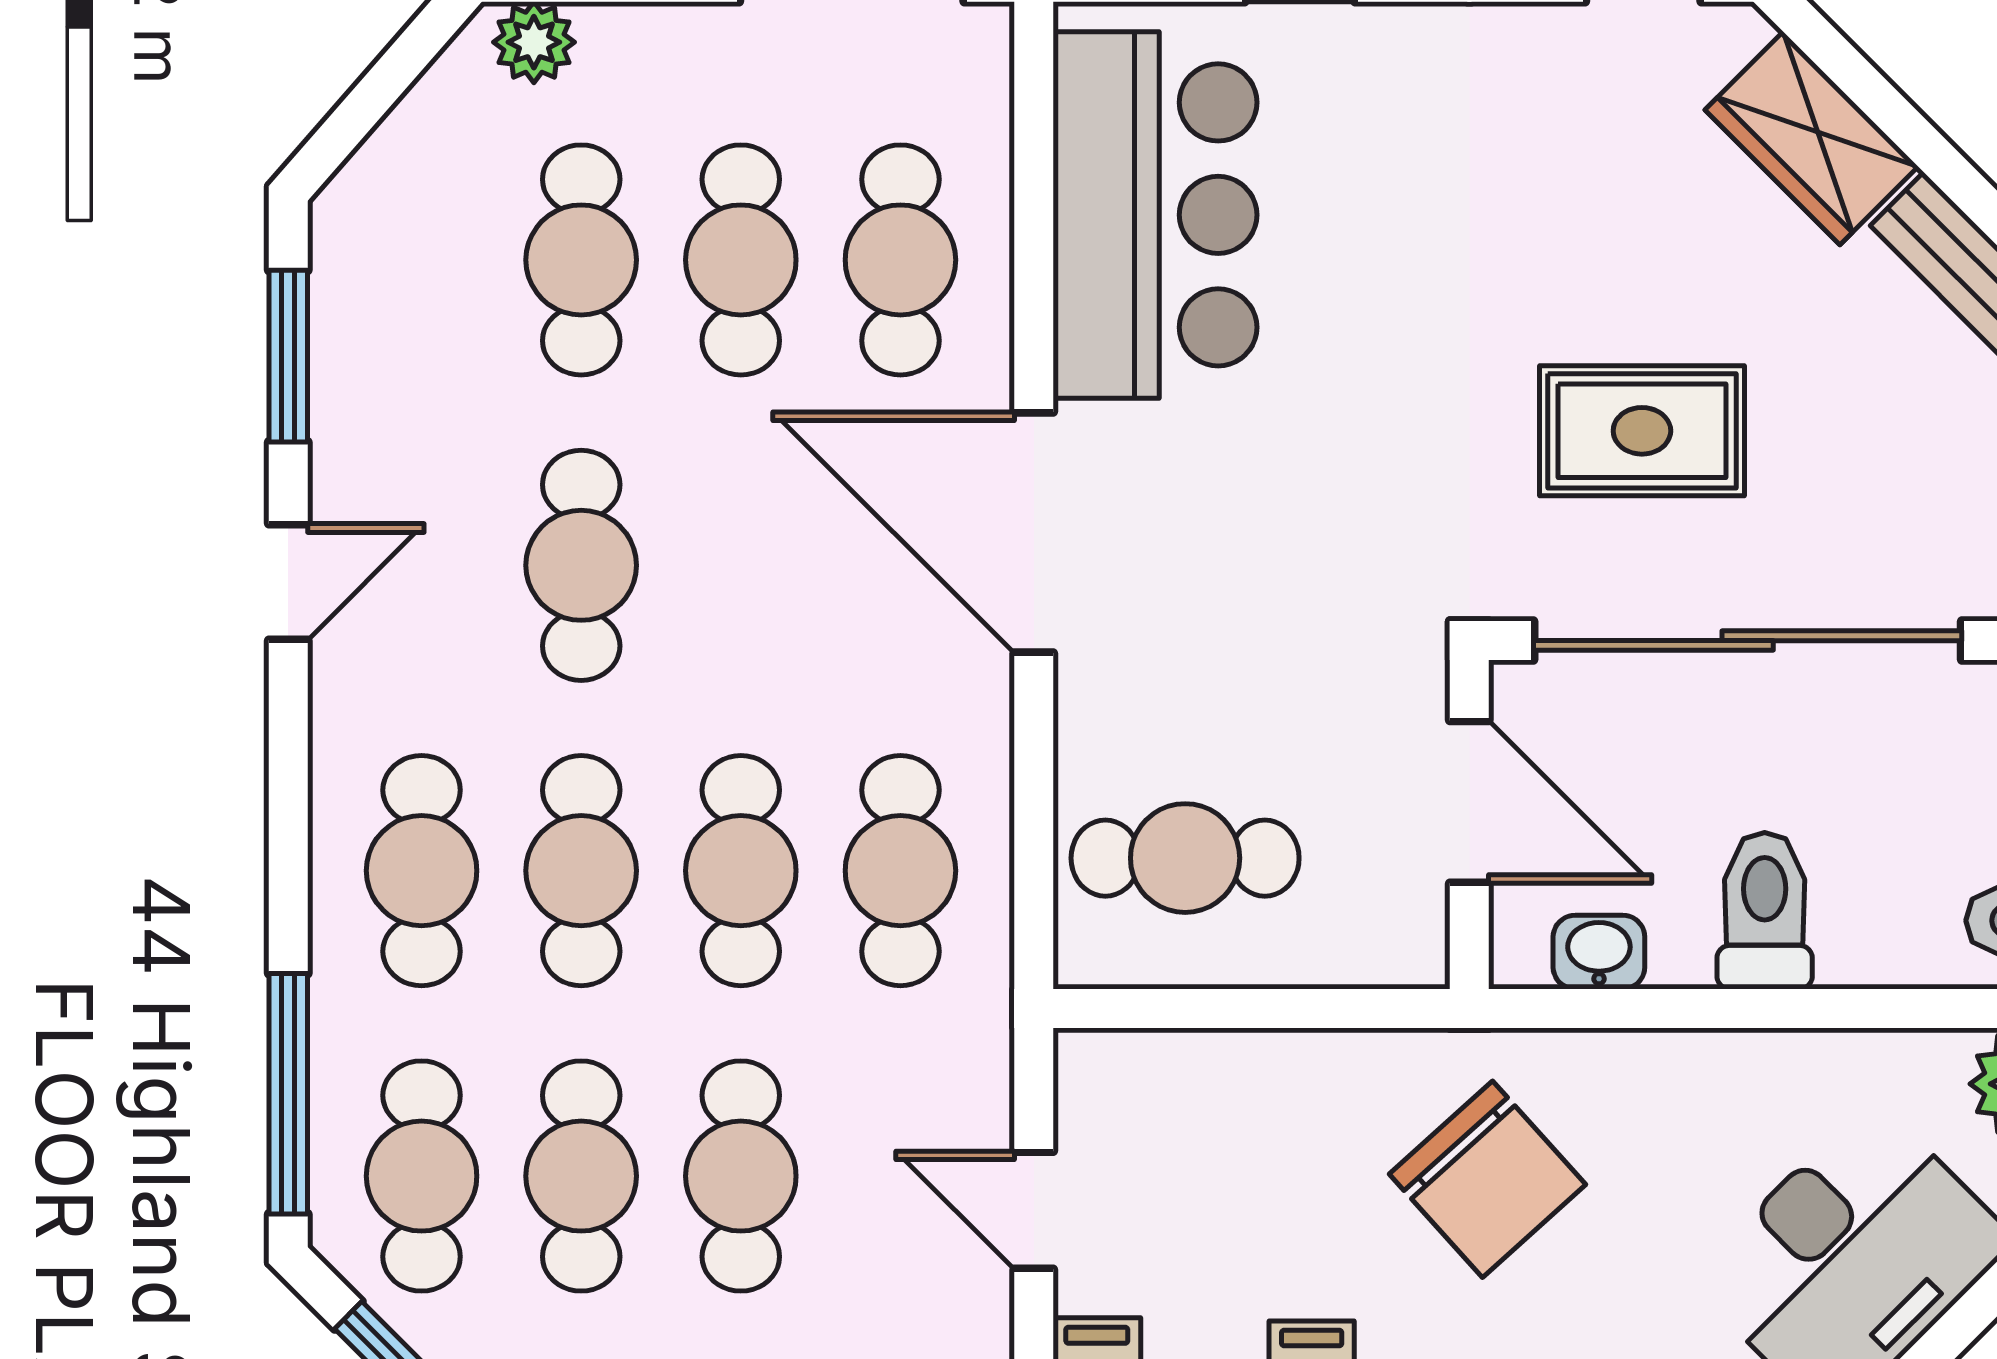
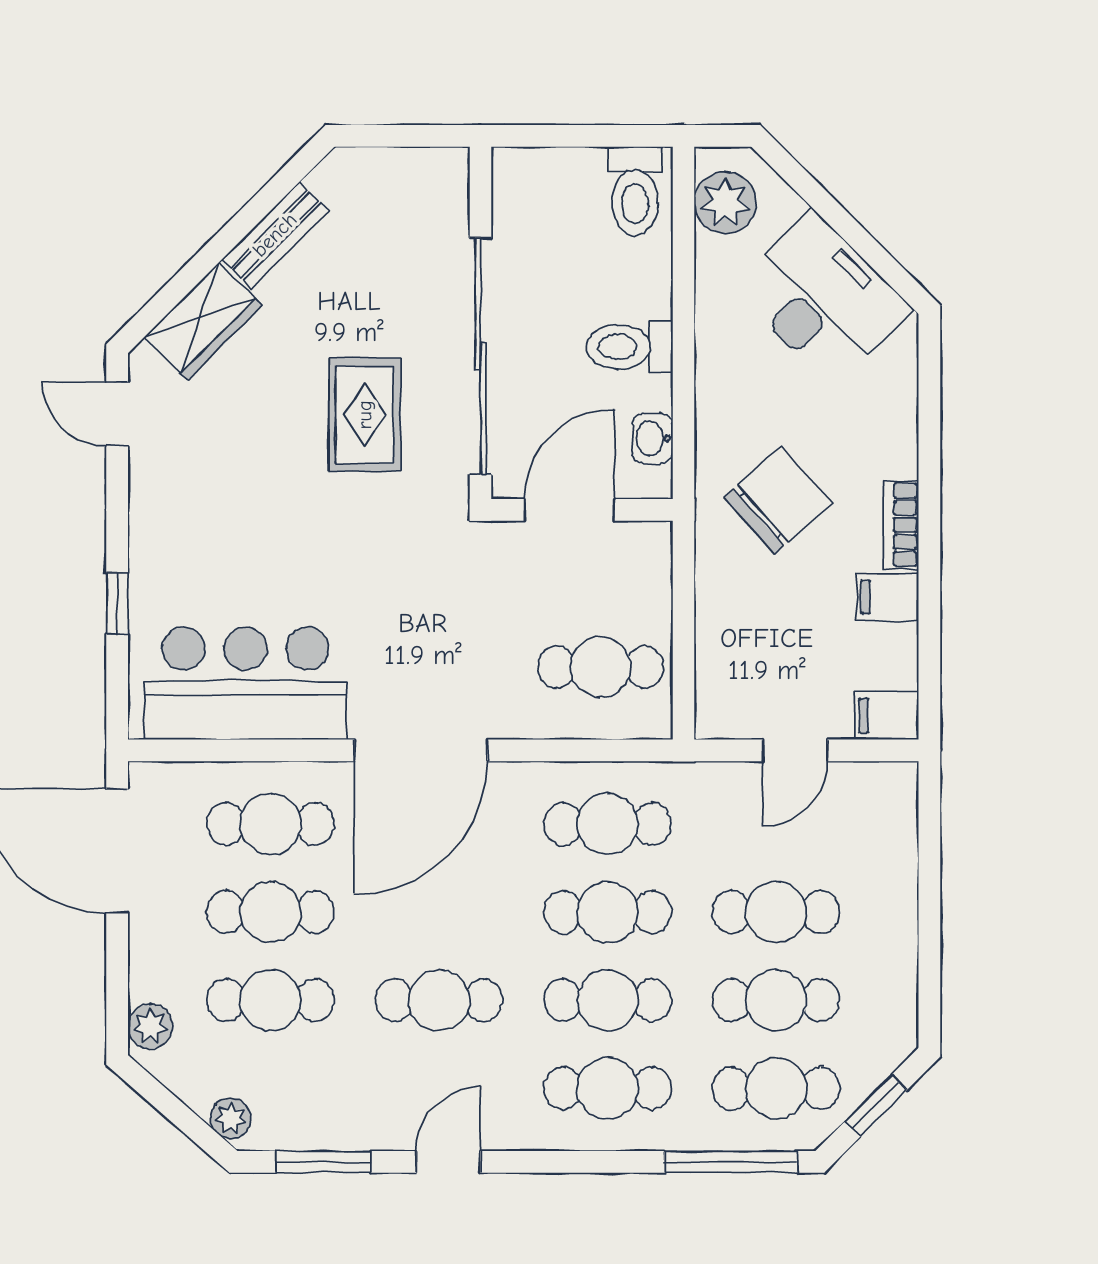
plant: (367, 188) -> (231, 1118), added
door: (288, 582) -> (448, 1162), hinge flipped
cafe table: (1185, 858) -> (601, 667), turned 90

